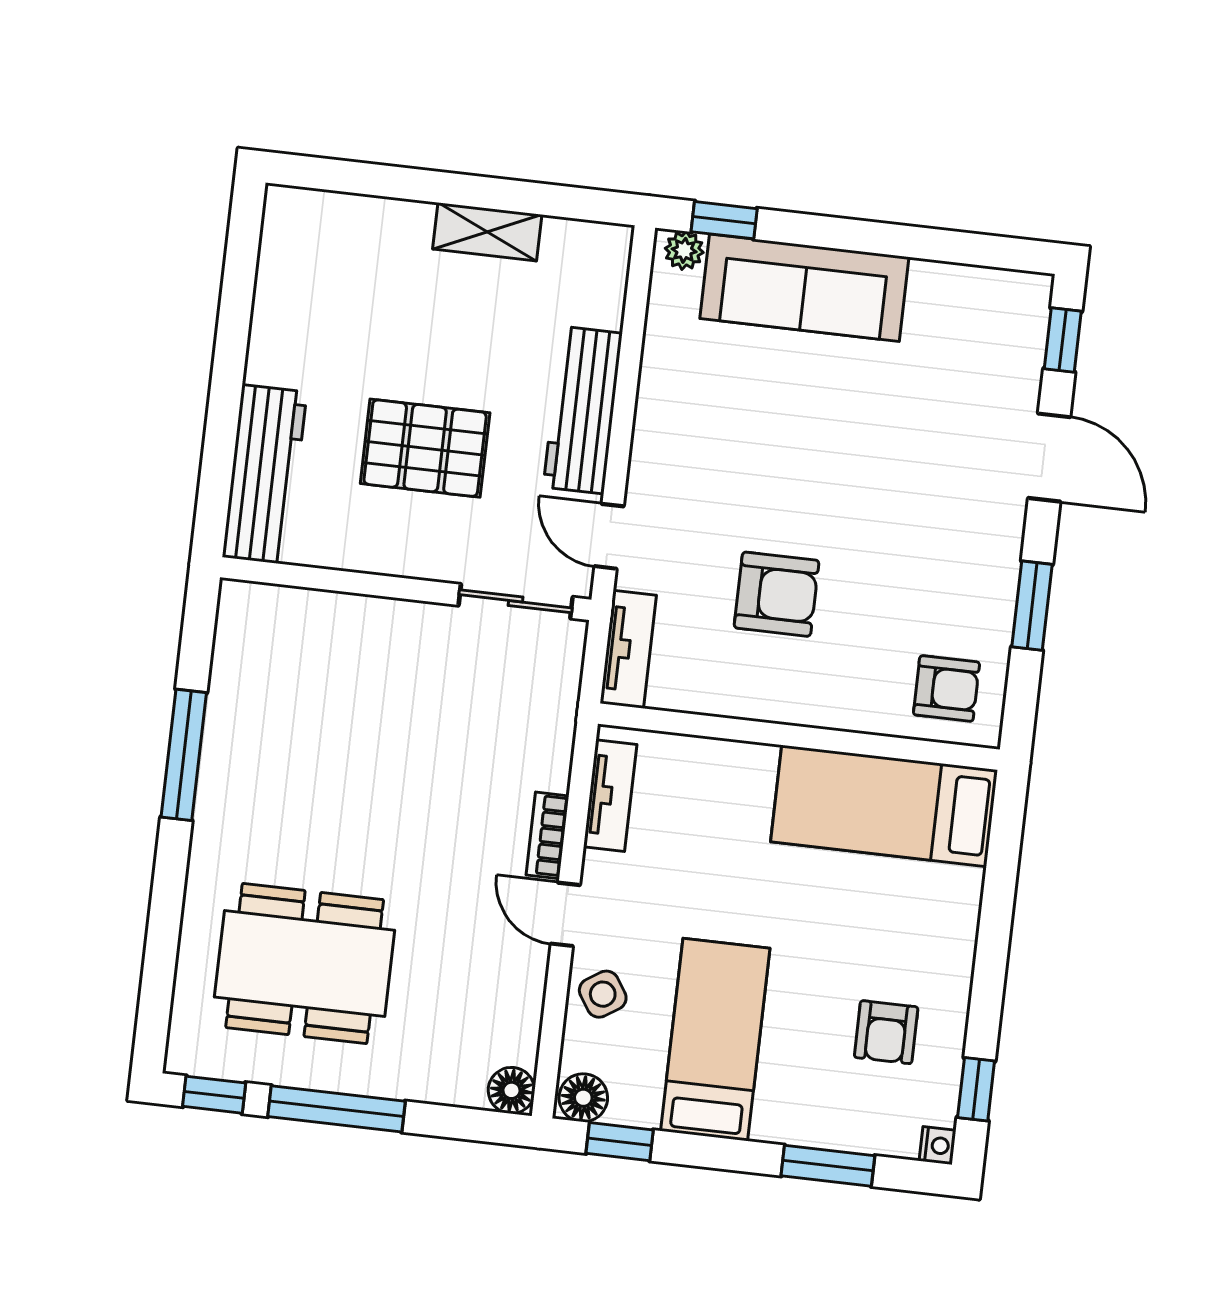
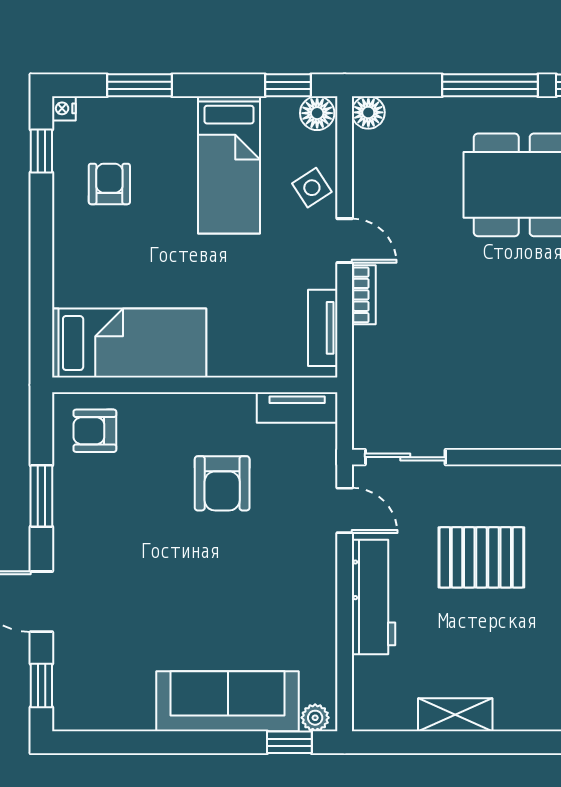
armchair: (777, 594) -> (222, 483), turned -90
tv unit: (628, 649) -> (297, 407), moved, turned -90

